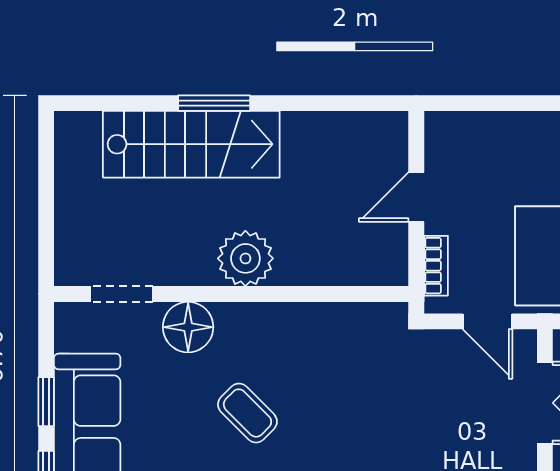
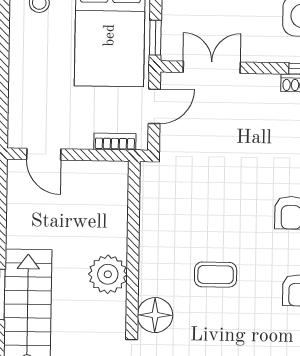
door: (416, 197) -> (44, 154), moved
coffee table: (247, 413) -> (216, 275), turned 45

